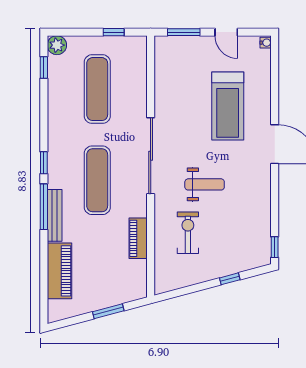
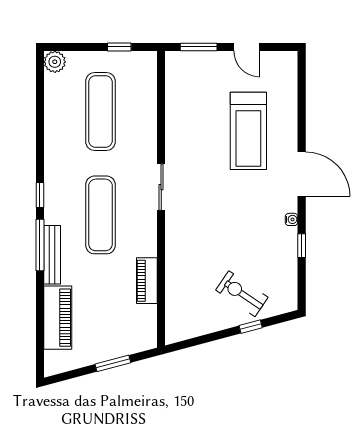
water cooler: (266, 43) -> (291, 219), moved
window: (44, 67) -> (40, 87), removed
sliding door: (151, 156) -> (161, 187), width x0.54
weight bench: (205, 184) -> (222, 220), removed
exercise bike: (188, 233) -> (242, 294), moved, turned -56
window: (275, 247) -> (302, 246), moved

